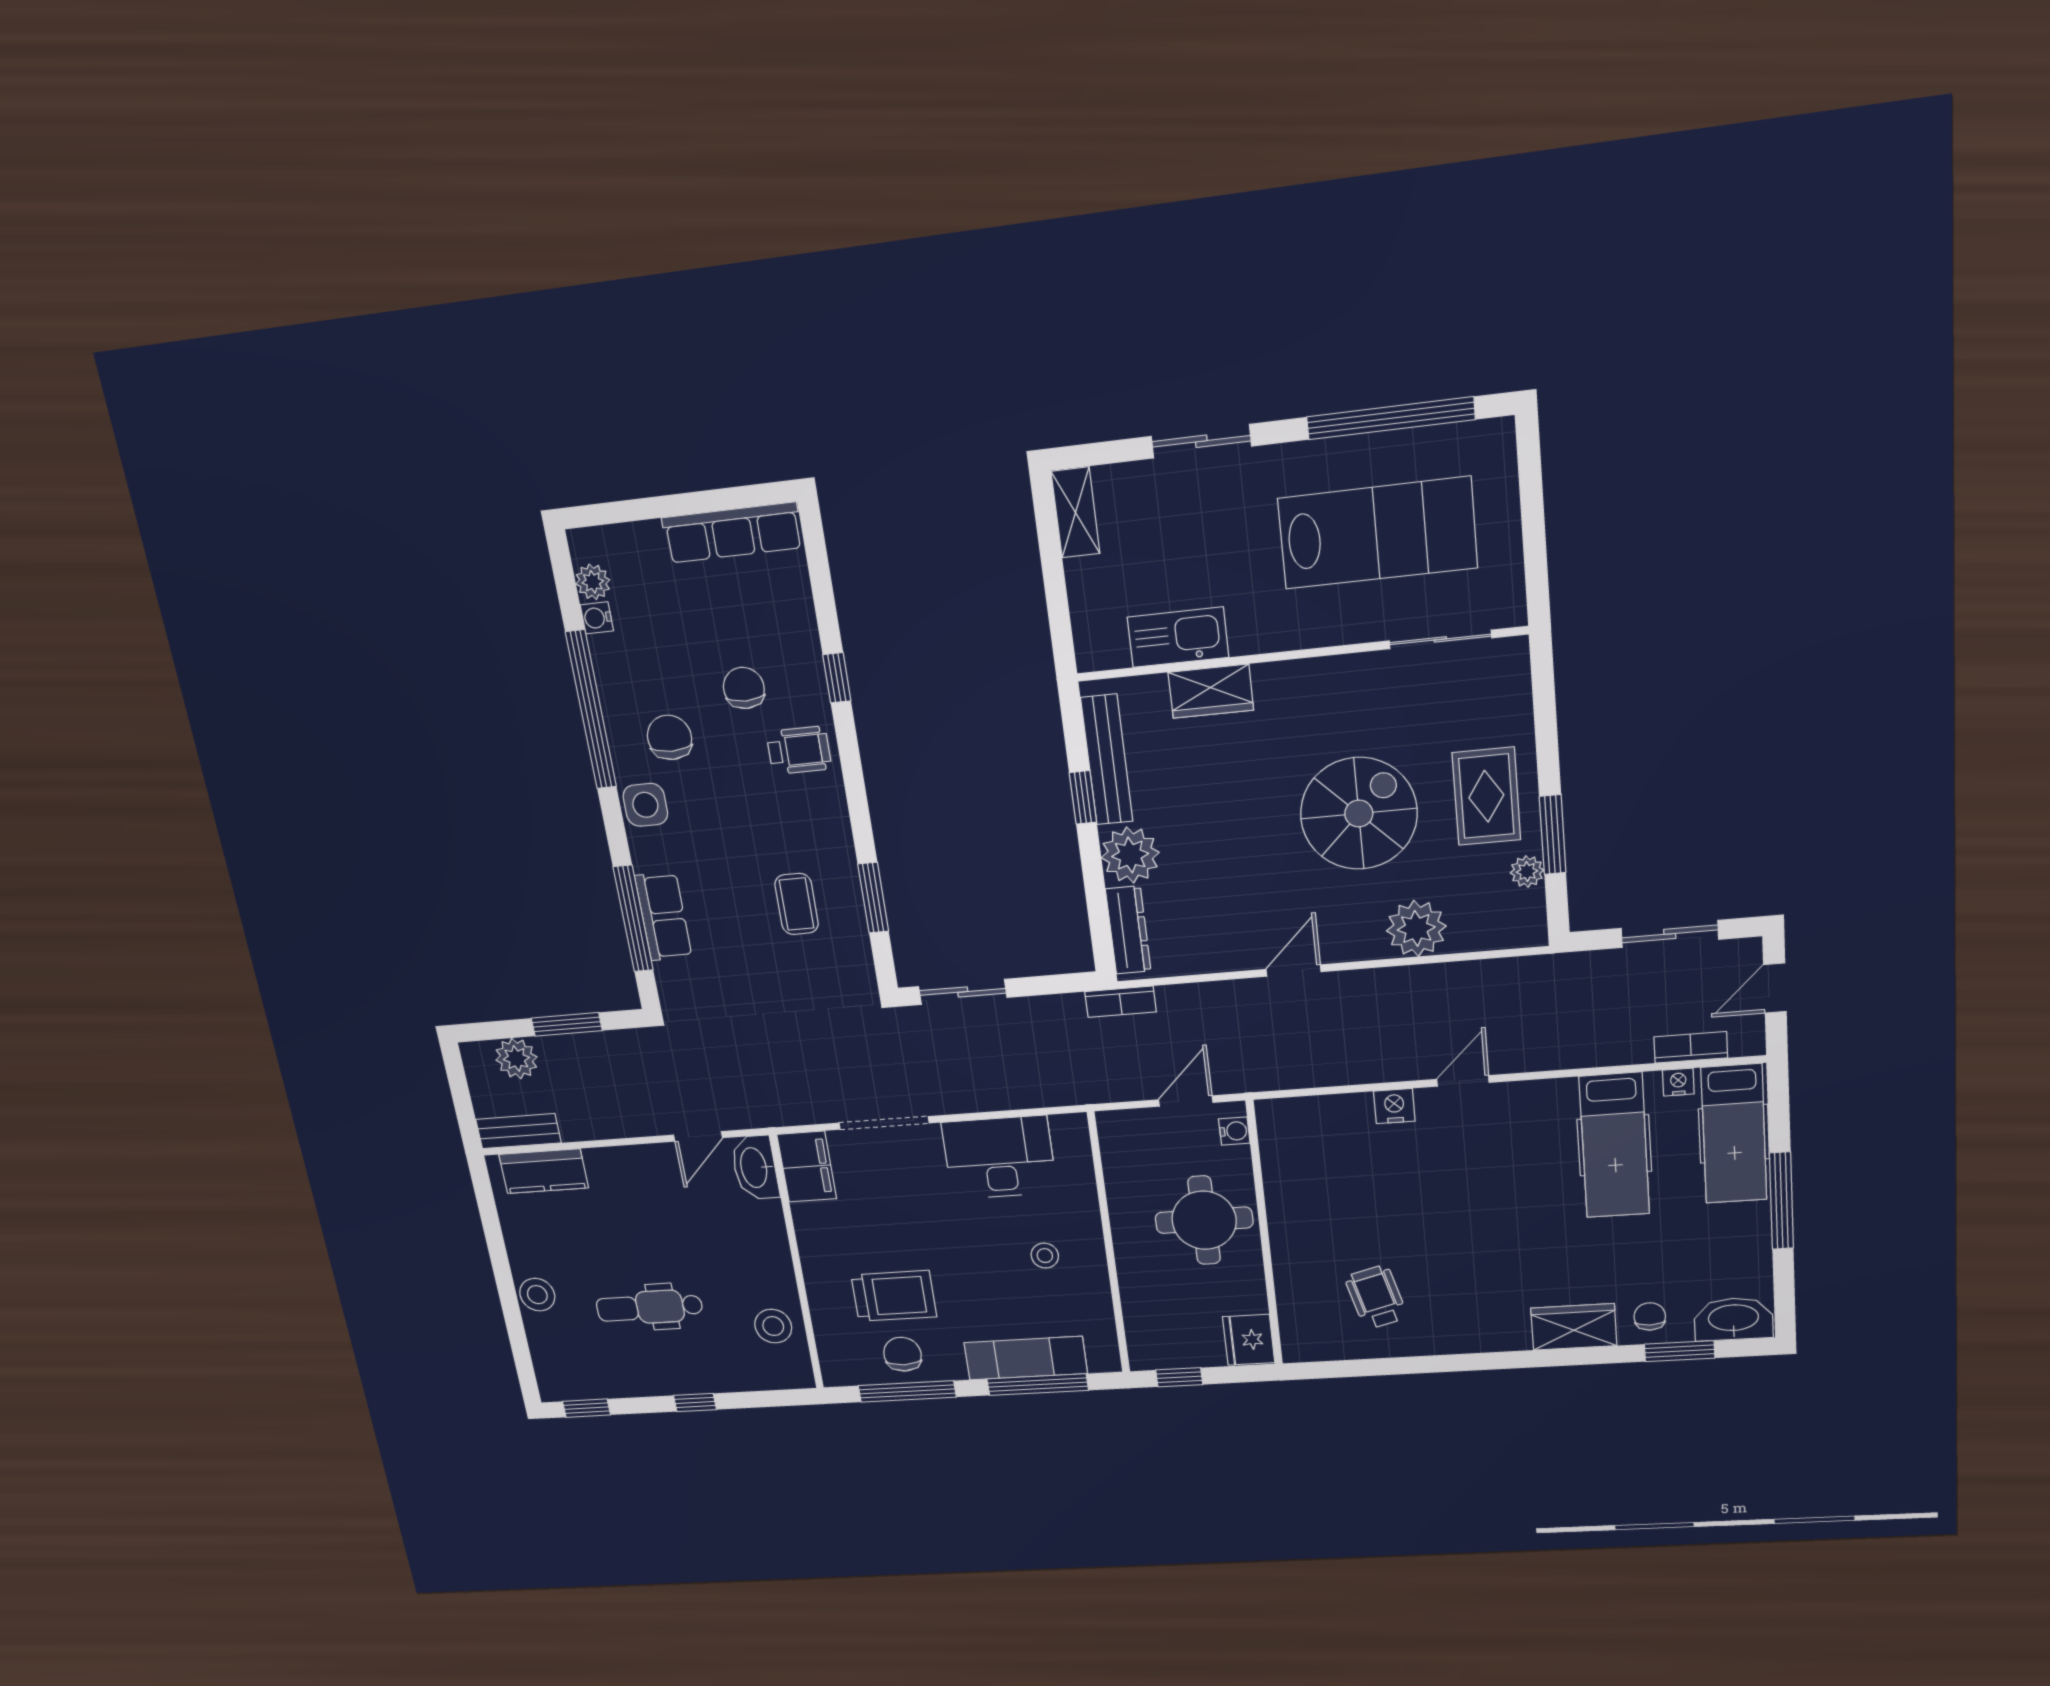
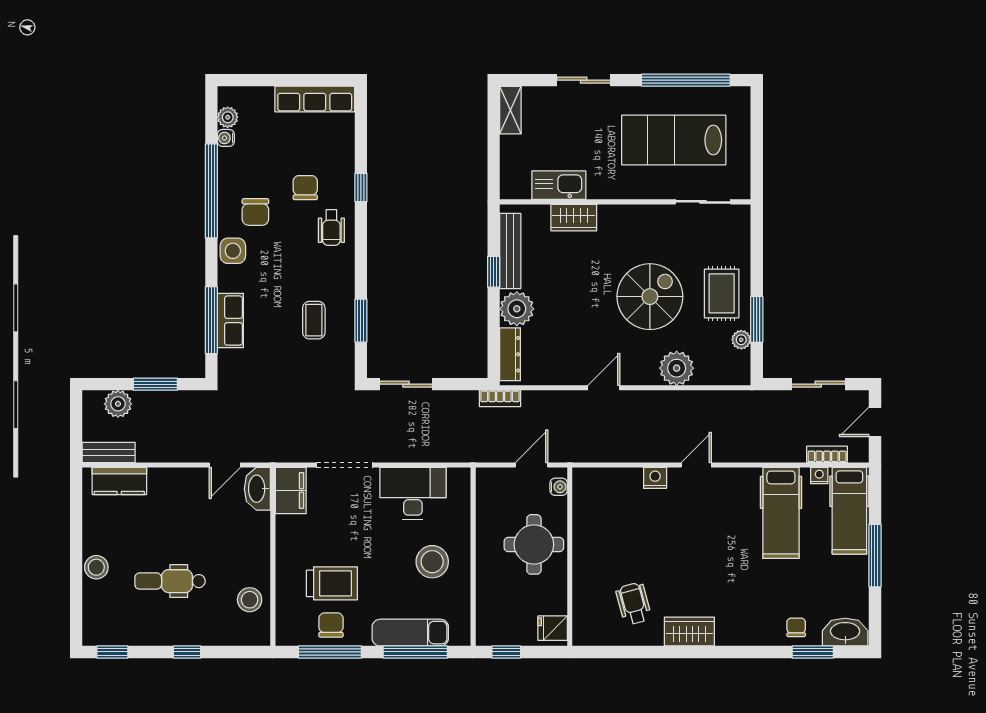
lab bench: (1377, 533) -> (674, 140), turned 180
chair: (670, 737) -> (255, 212), turned 180
wheelchair: (799, 750) -> (331, 227), turned 90
stool: (1045, 1256) -> (432, 562), width x1.89, depth x1.89
wardrobe: (1574, 1327) -> (689, 632), moved
fridge: (1249, 1340) -> (553, 628), width x0.72

